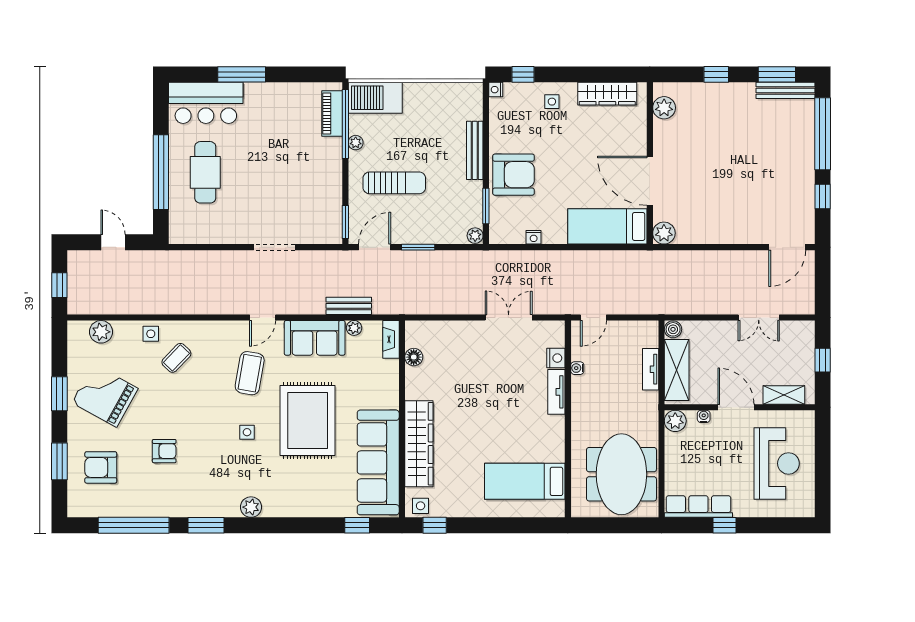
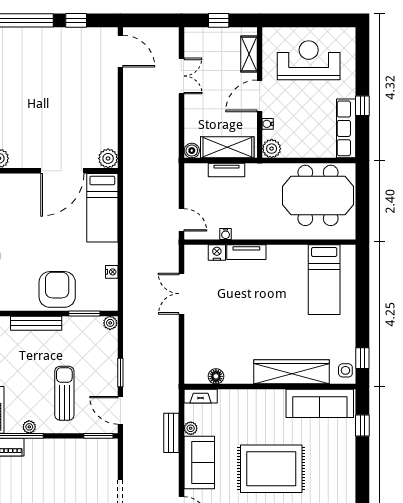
sofa: (378, 462) -> (320, 403), width x0.74, depth x0.79

